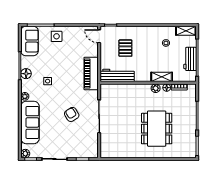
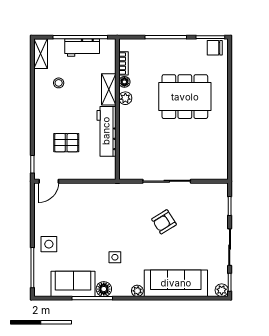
sofa: (30, 41) -> (73, 284), moved
piano: (91, 73) -> (104, 193), removed
workbench: (117, 75) -> (106, 131), moved
chair: (190, 149) -> (215, 48), added

